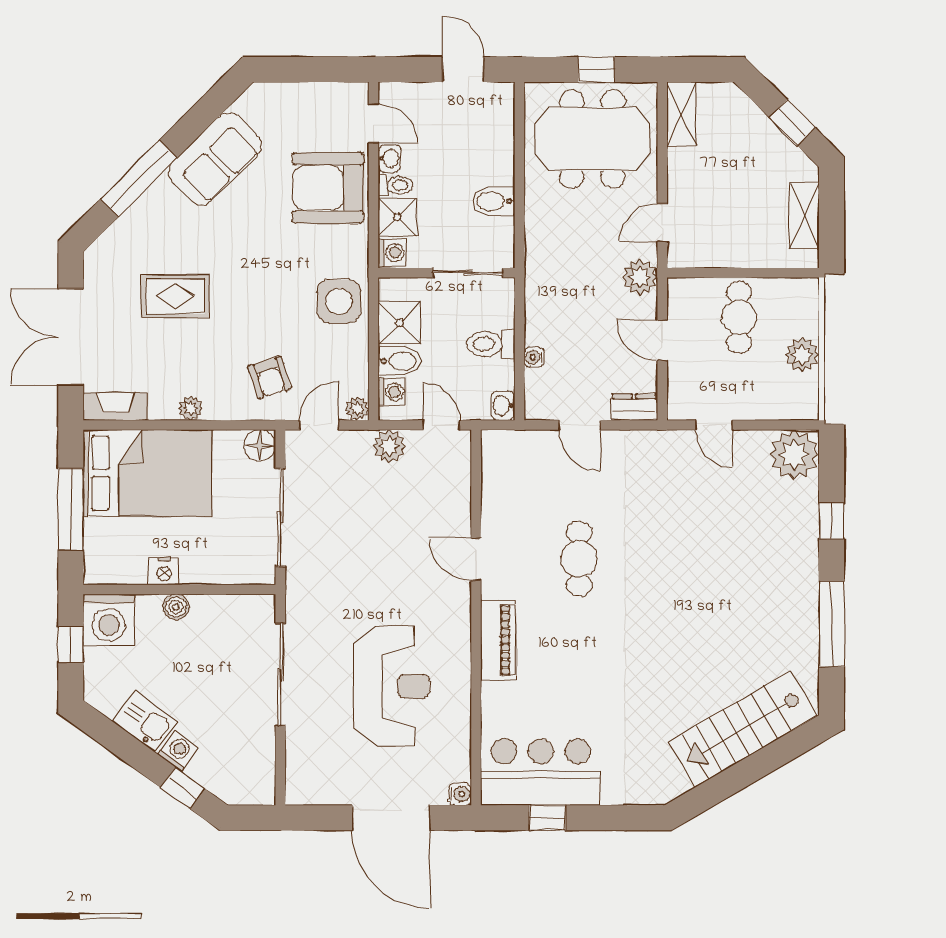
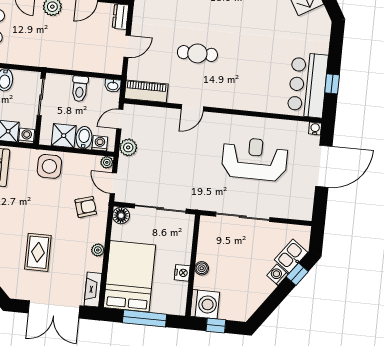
water cooler: (534, 357) -> (89, 67), removed
piano: (498, 640) -> (146, 91), moved
kitchen sink: (145, 722) -> (291, 256), moved

